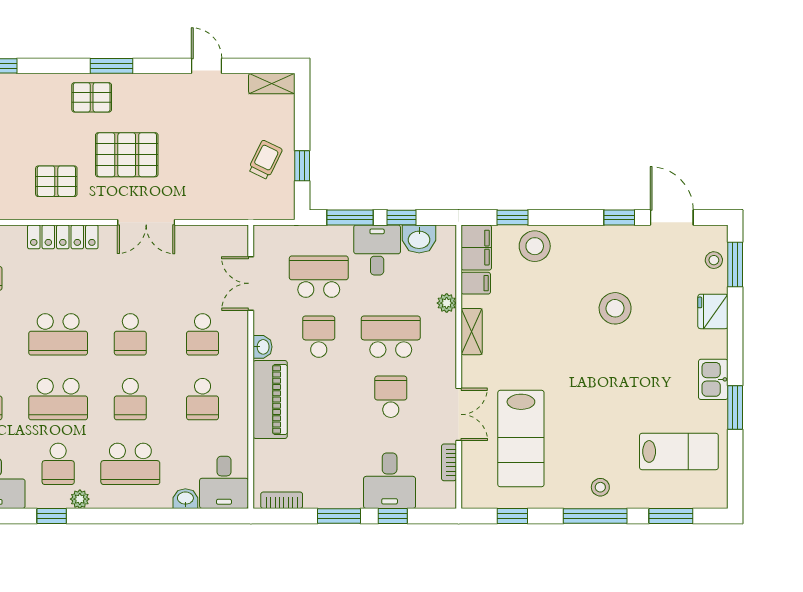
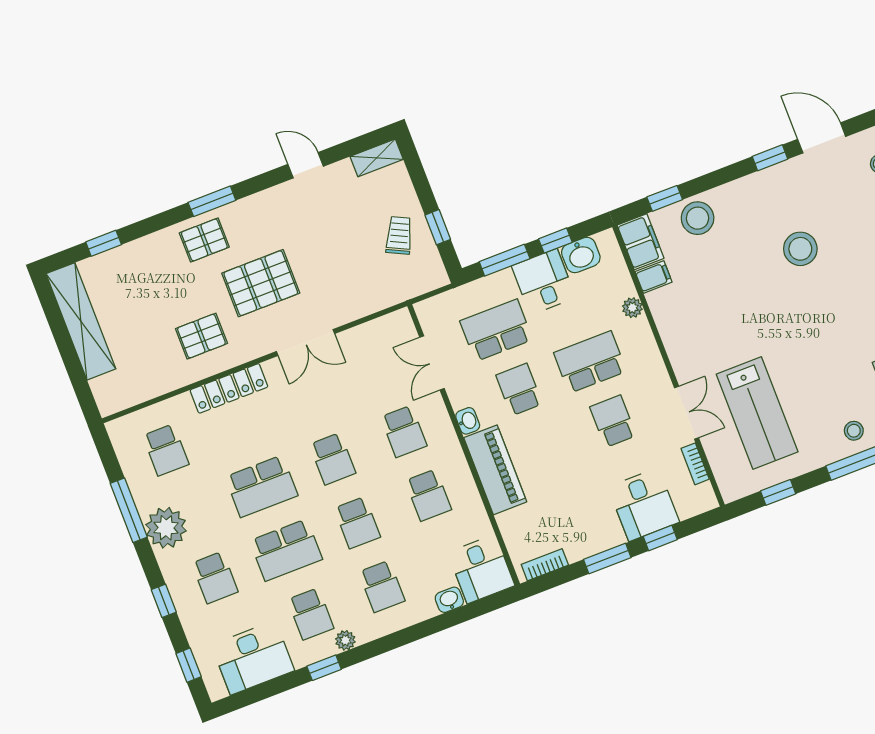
shelving: (472, 332) -> (668, 326), removed
school desk: (130, 464) -> (382, 586), width x0.54

